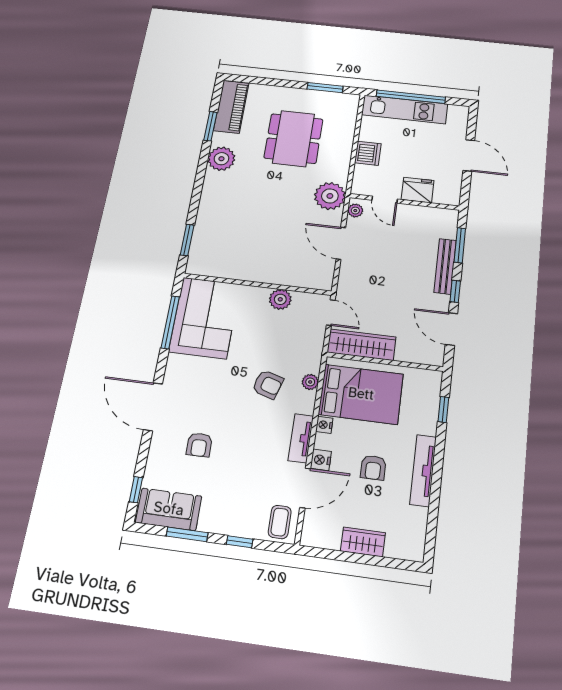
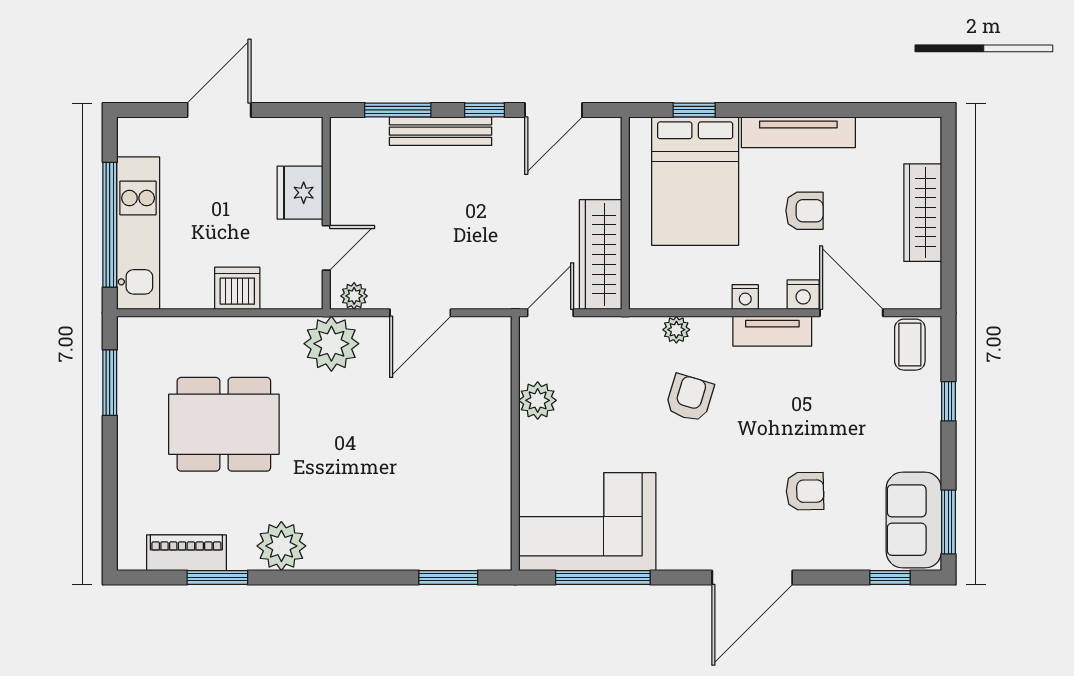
piano: (231, 107) -> (186, 553), width x0.73, depth x0.75
bed: (361, 394) -> (695, 181), moved, turned 180
coffee table: (280, 522) -> (910, 345), turned 90
window: (187, 534) -> (948, 522), moved
wardrobe: (363, 542) -> (923, 213), width x1.50

